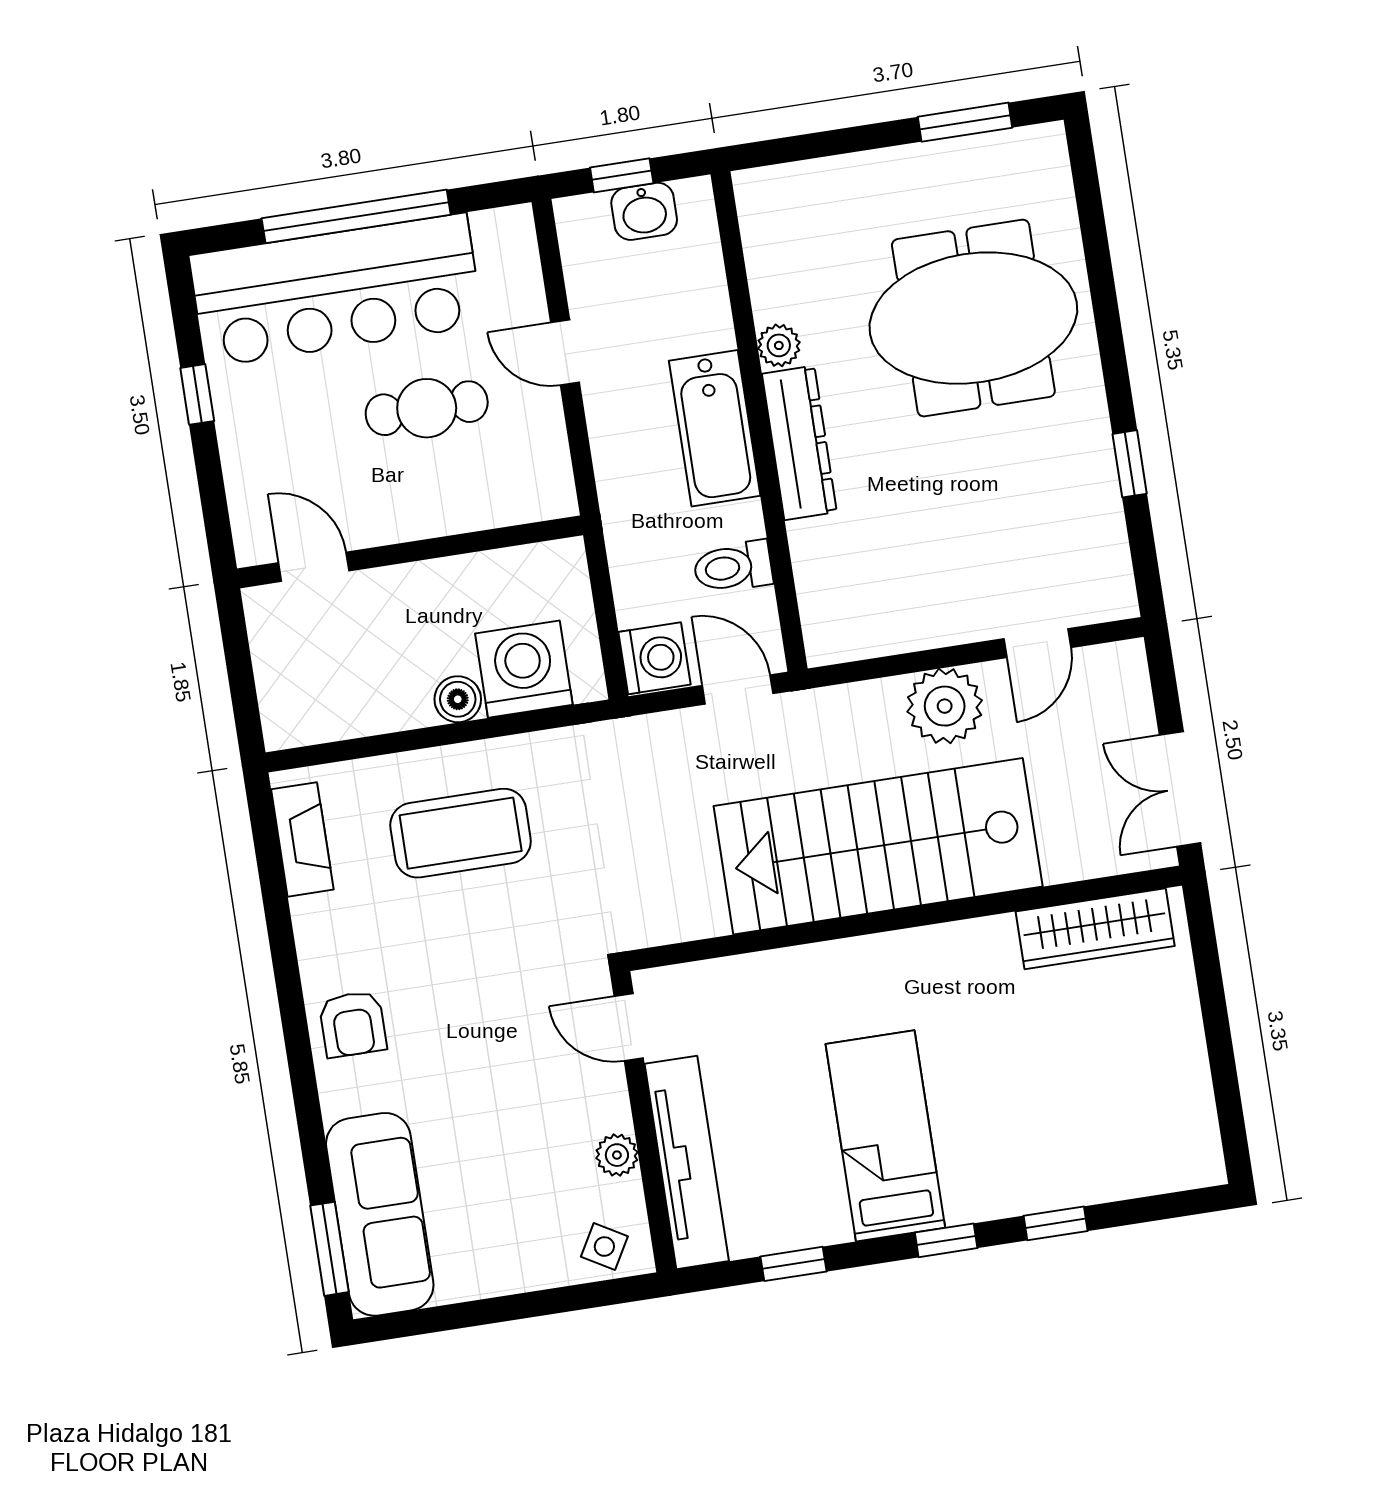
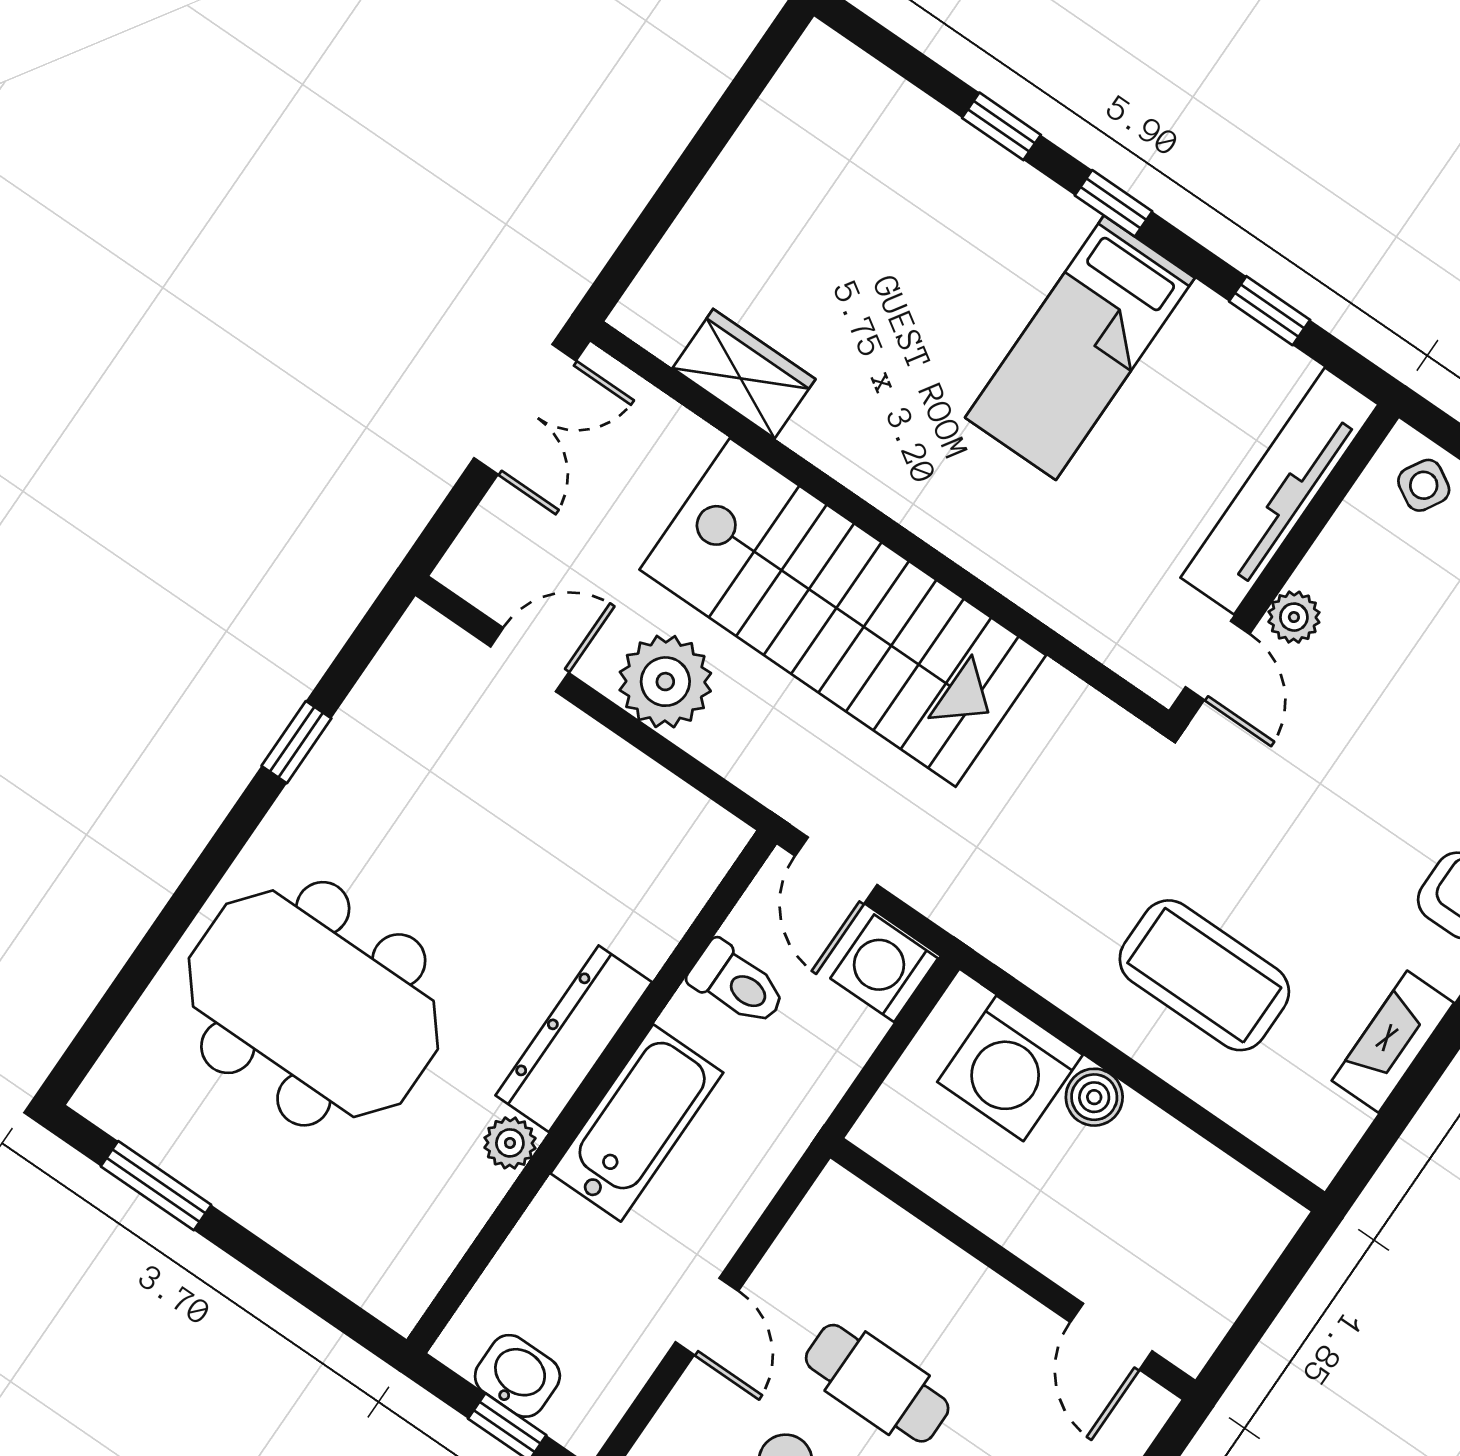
fireplace: (302, 839) -> (1393, 1042), moved
wardrobe: (1095, 929) -> (744, 374), width x0.67
plant: (617, 1155) -> (1294, 617), moved

